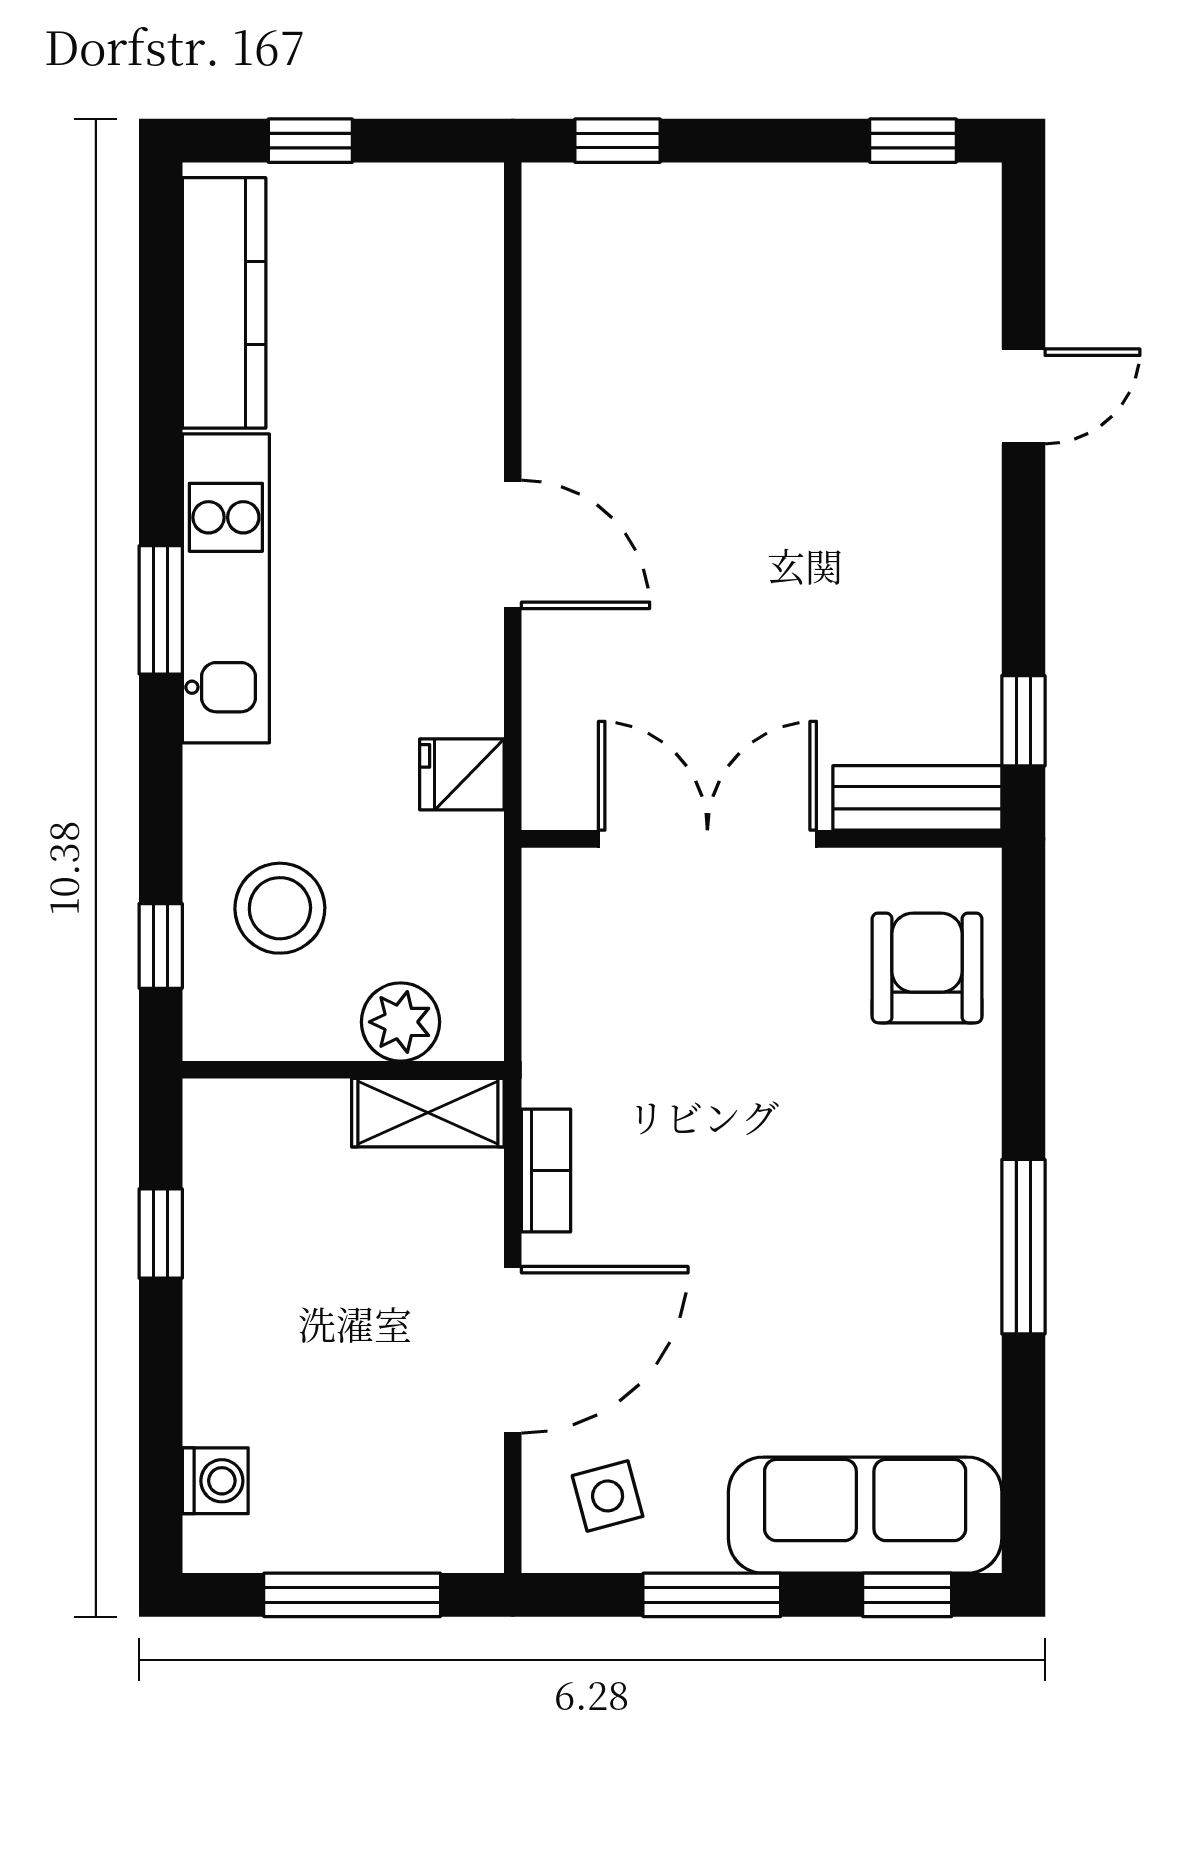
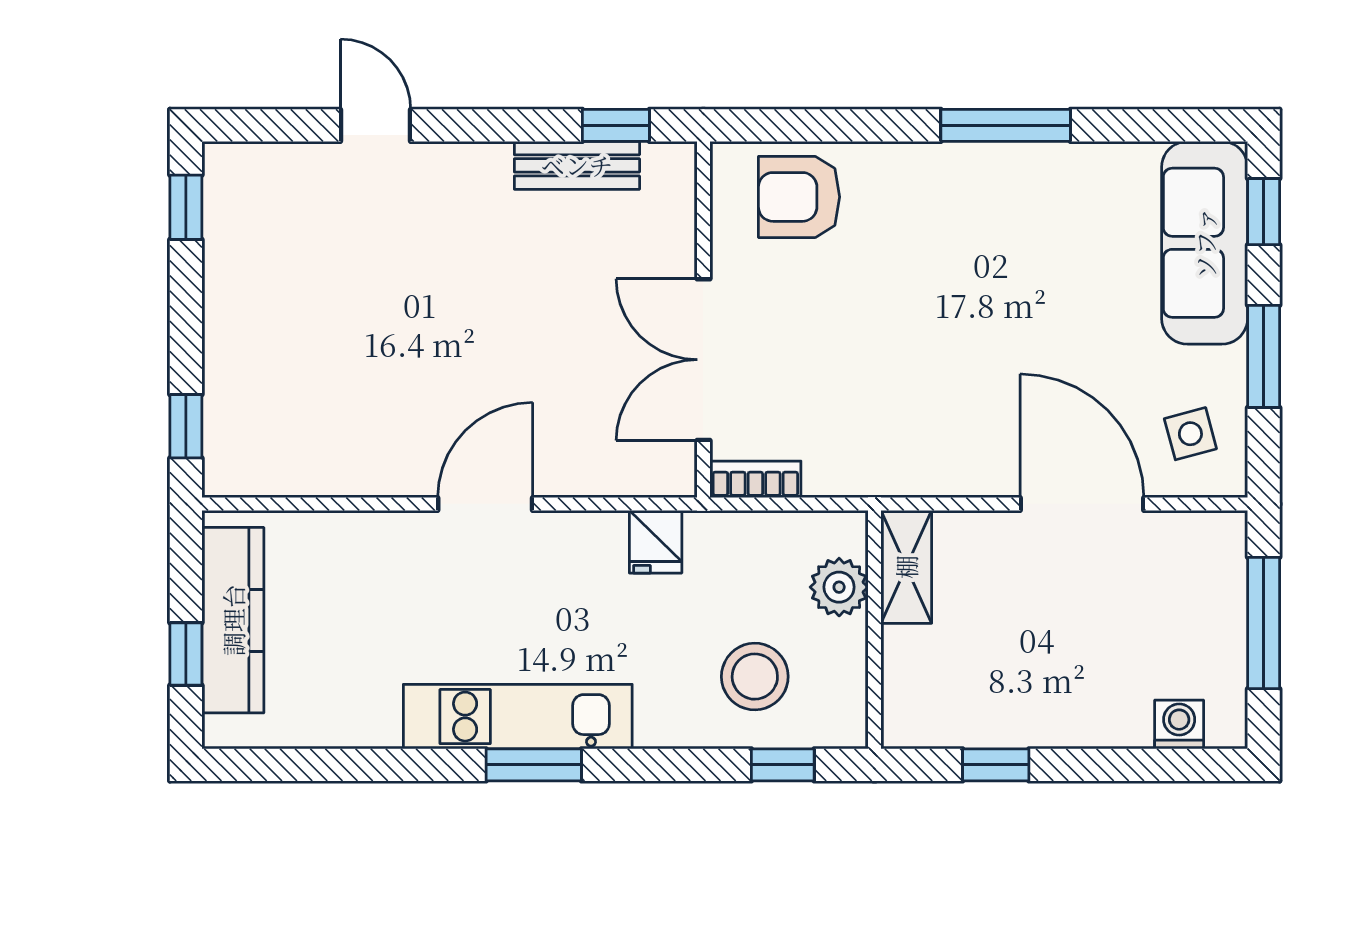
kitchen counter: (224, 303) -> (233, 620), moved, turned 90
bench: (917, 798) -> (577, 165), moved, turned 90
bookcase: (546, 1170) -> (755, 479), moved

